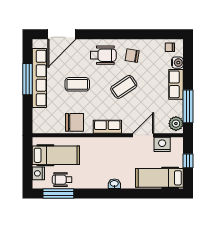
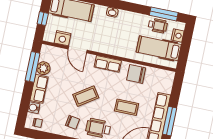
plant: (176, 124) -> (43, 68), moved
door: (143, 135) -> (78, 50), hinge flipped

